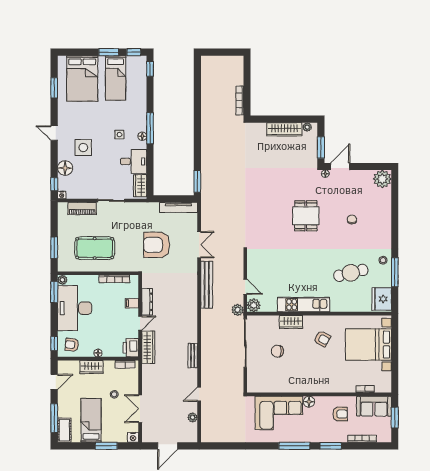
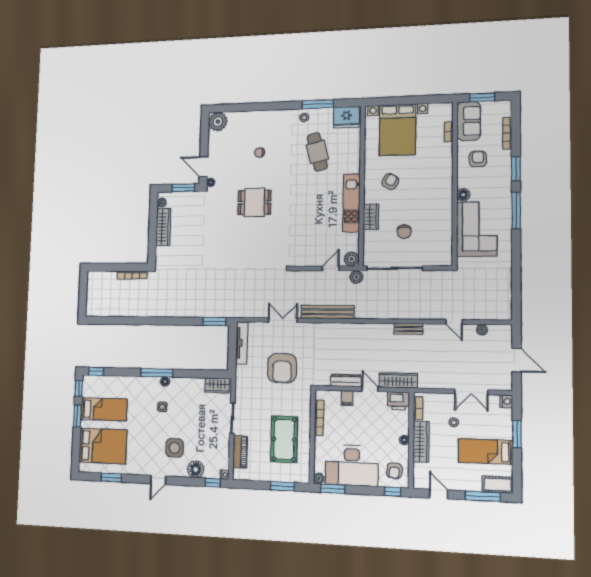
desk: (134, 161) -> (191, 392), removed
wardrobe: (91, 367) -> (421, 442), width x1.50

